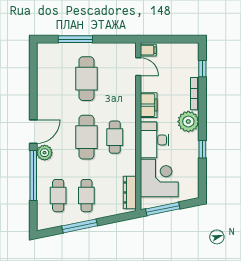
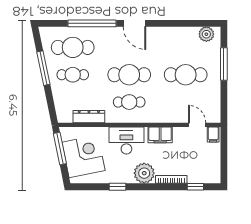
door: (138, 67) -> (197, 125), swing flipped
plant: (45, 153) -> (206, 34), moved
corner desk: (159, 178) -> (83, 156), moved, turned -102
dresser: (130, 192) -> (89, 117), moved
cafe table: (58, 196) -> (73, 47), width x1.37, depth x1.35

